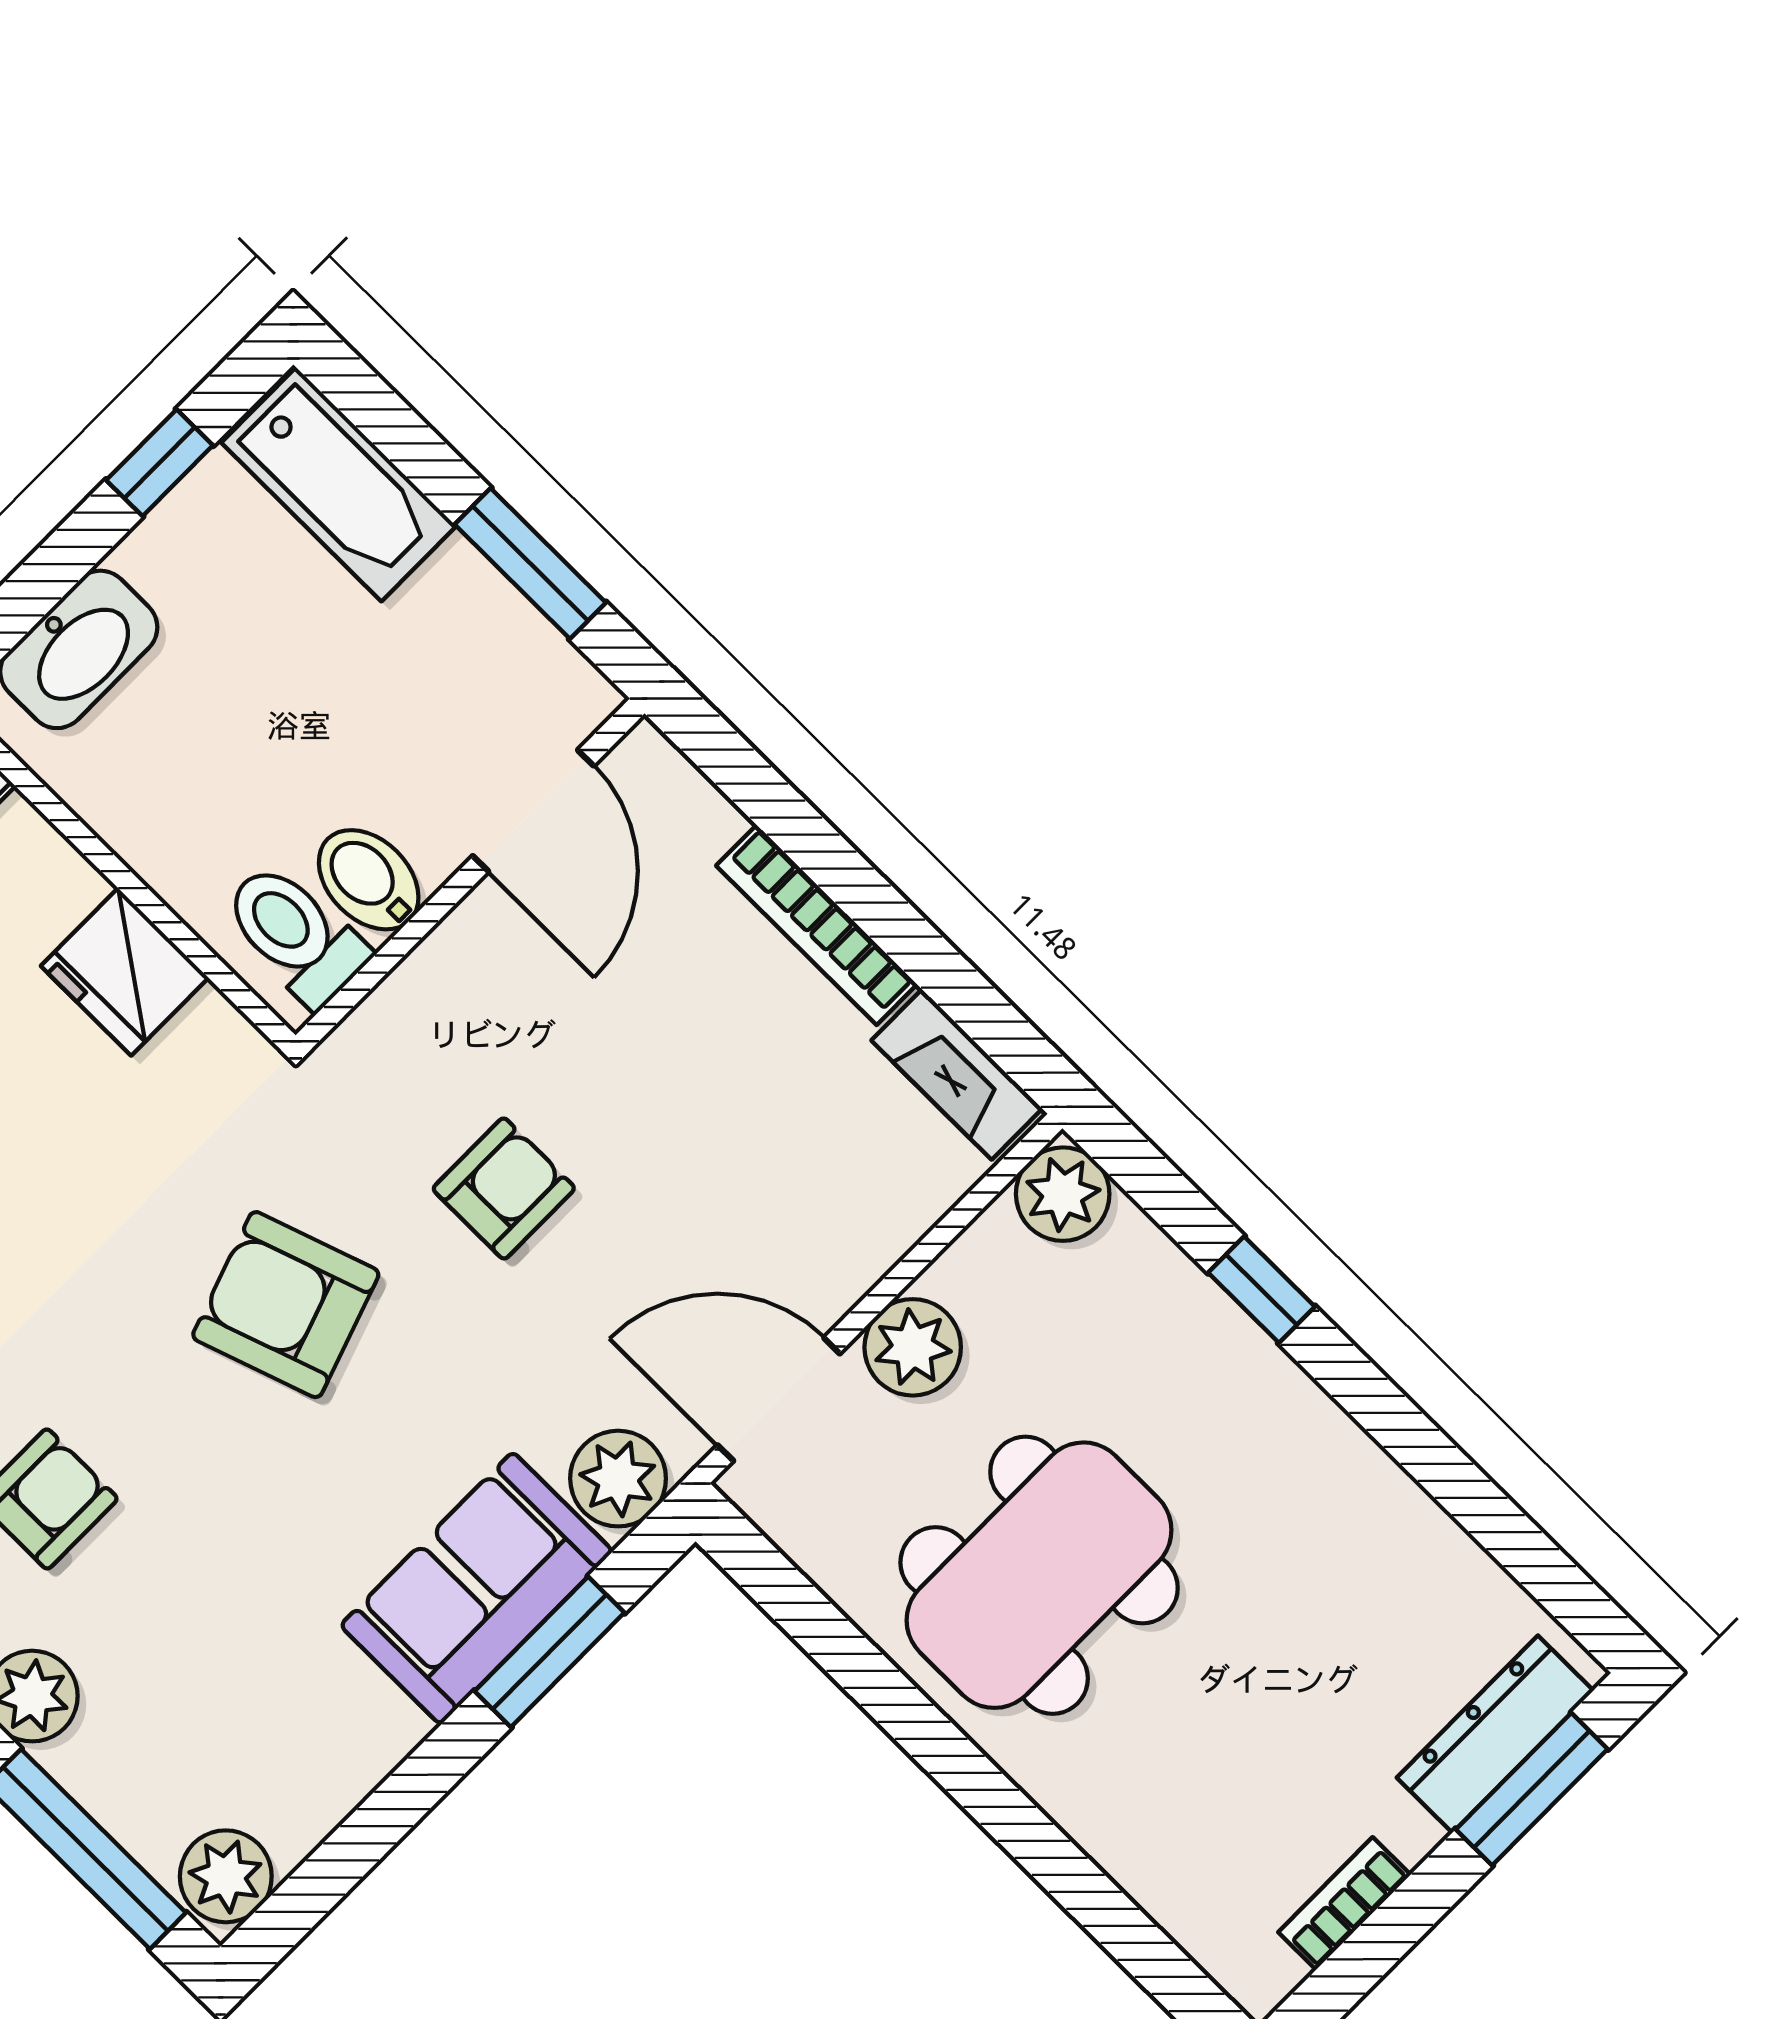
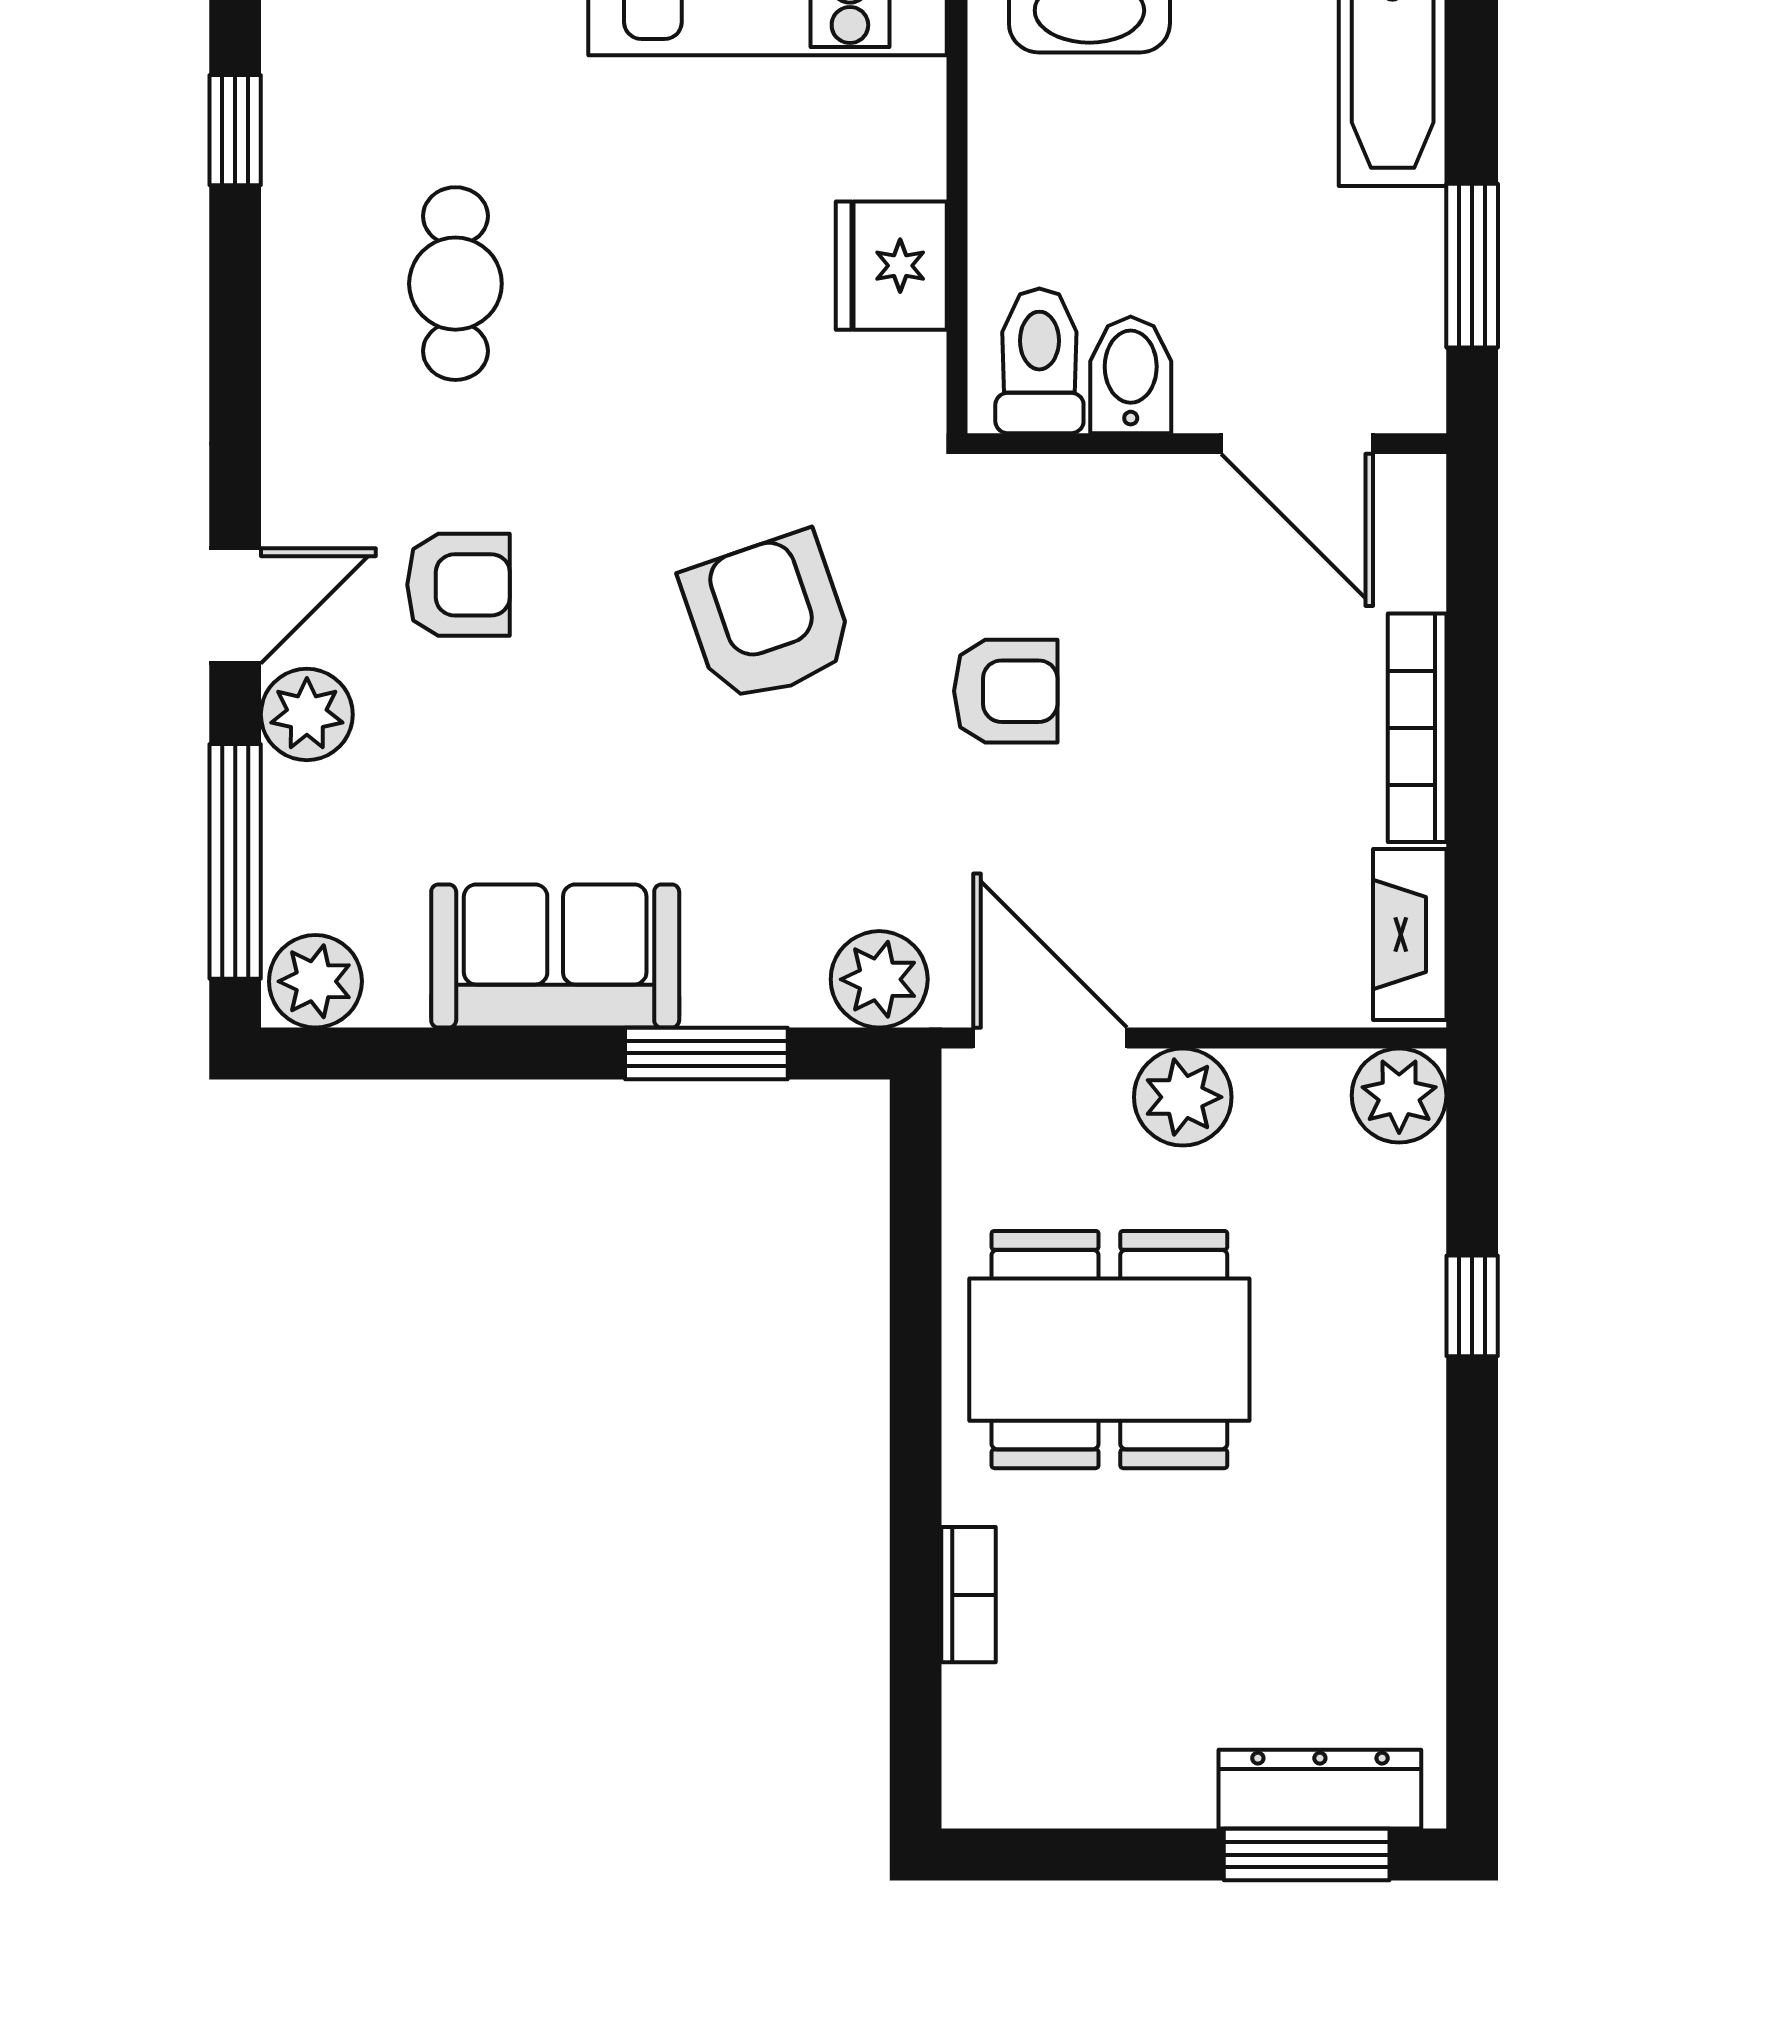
door: (533, 811) -> (1297, 444), hinge flipped
sofa: (477, 1588) -> (555, 956), moved
bookcase: (1344, 1903) -> (969, 1595), moved, turned 90

